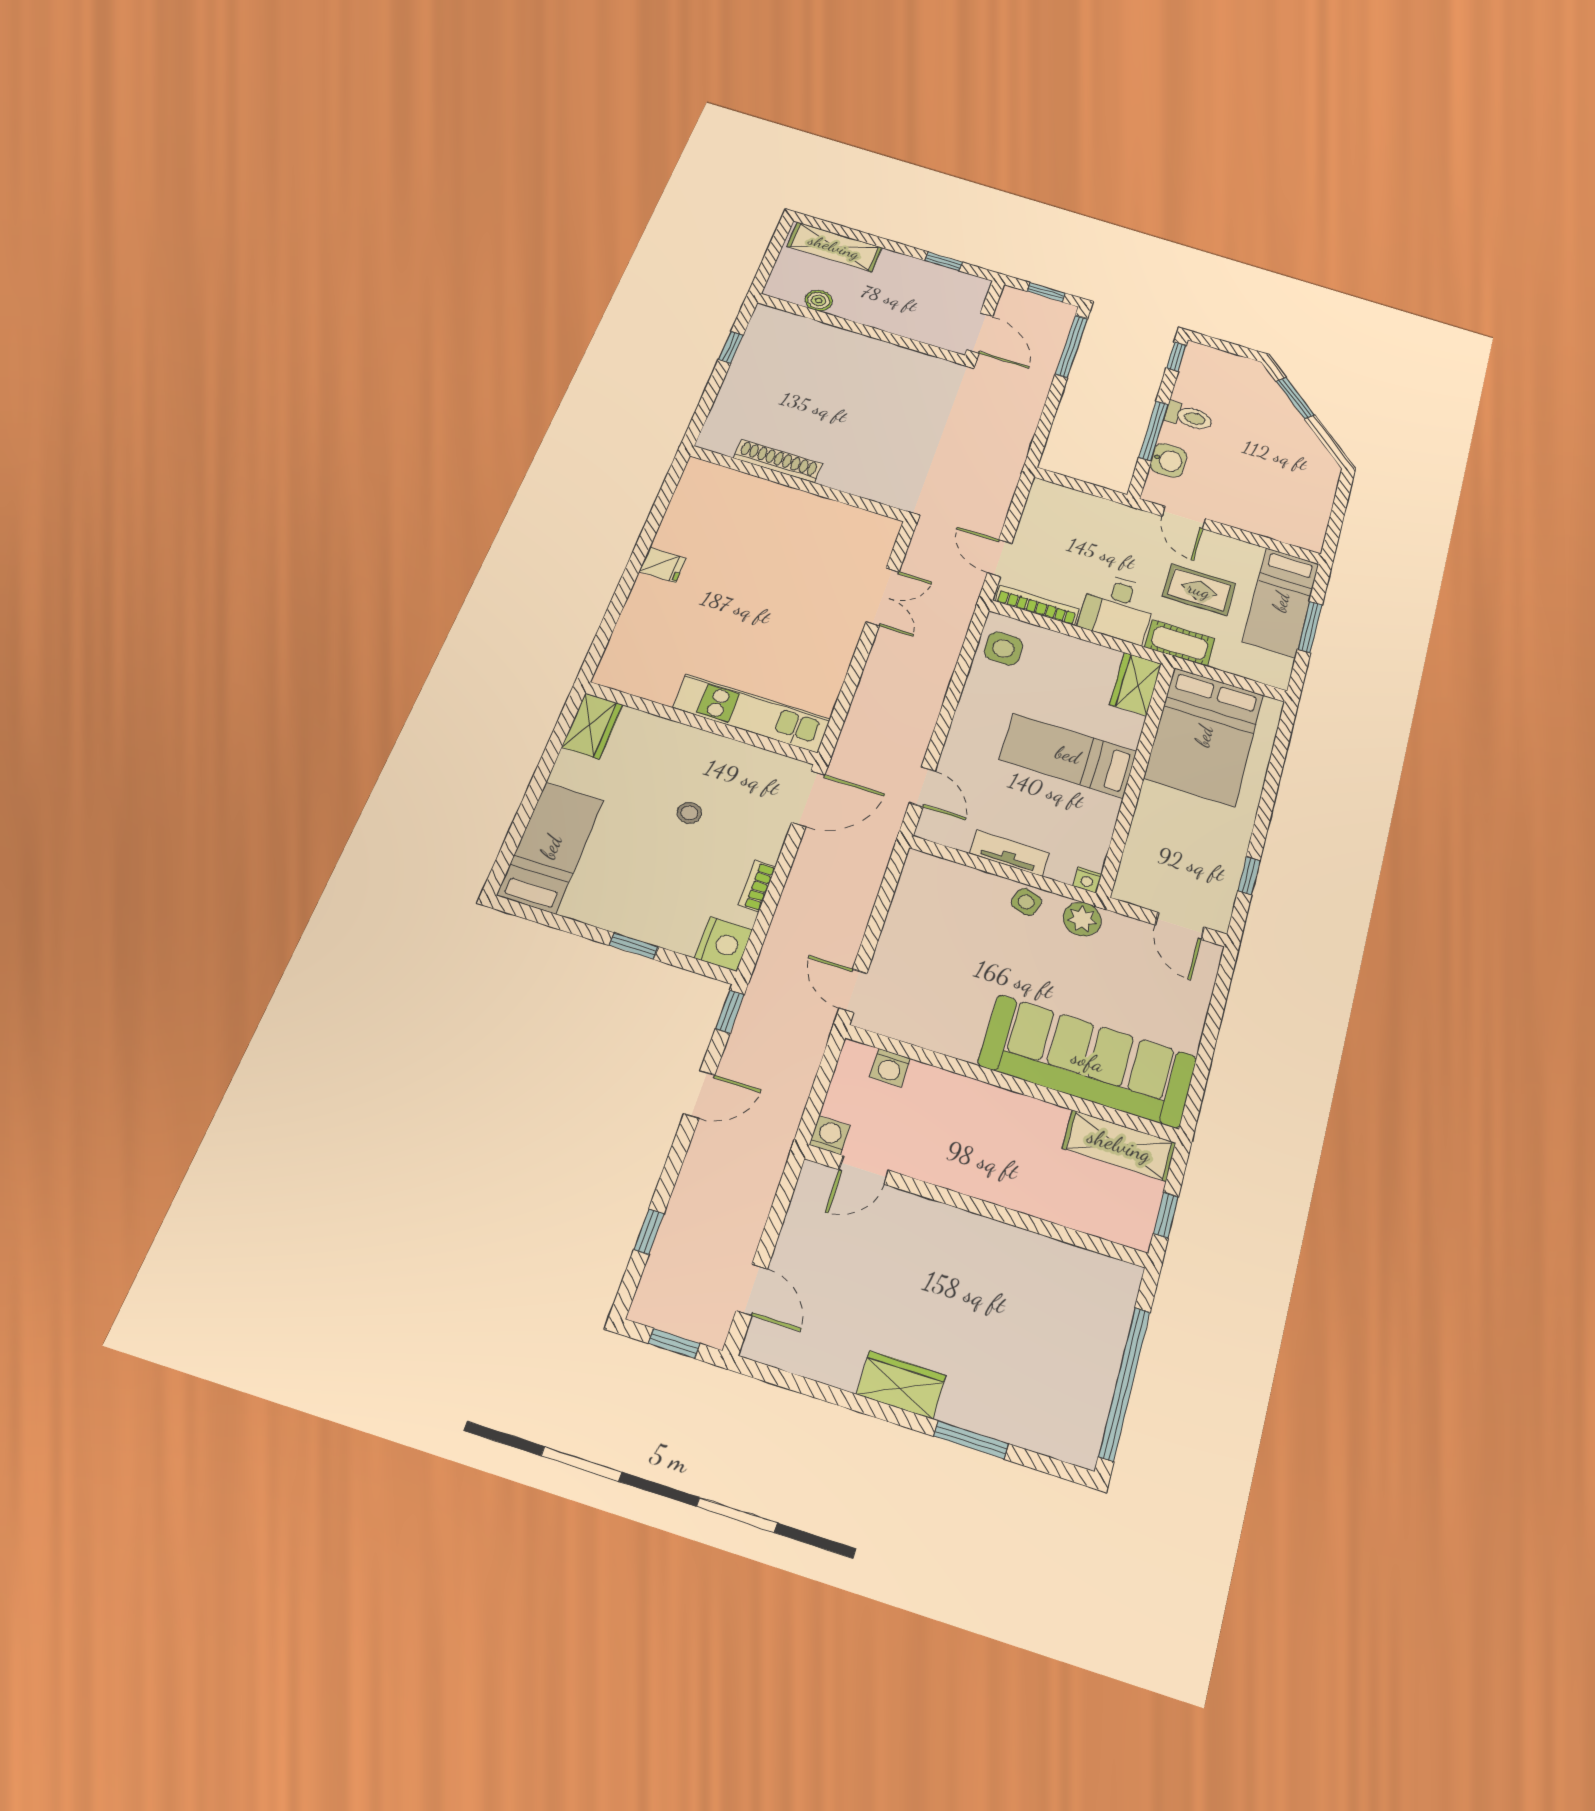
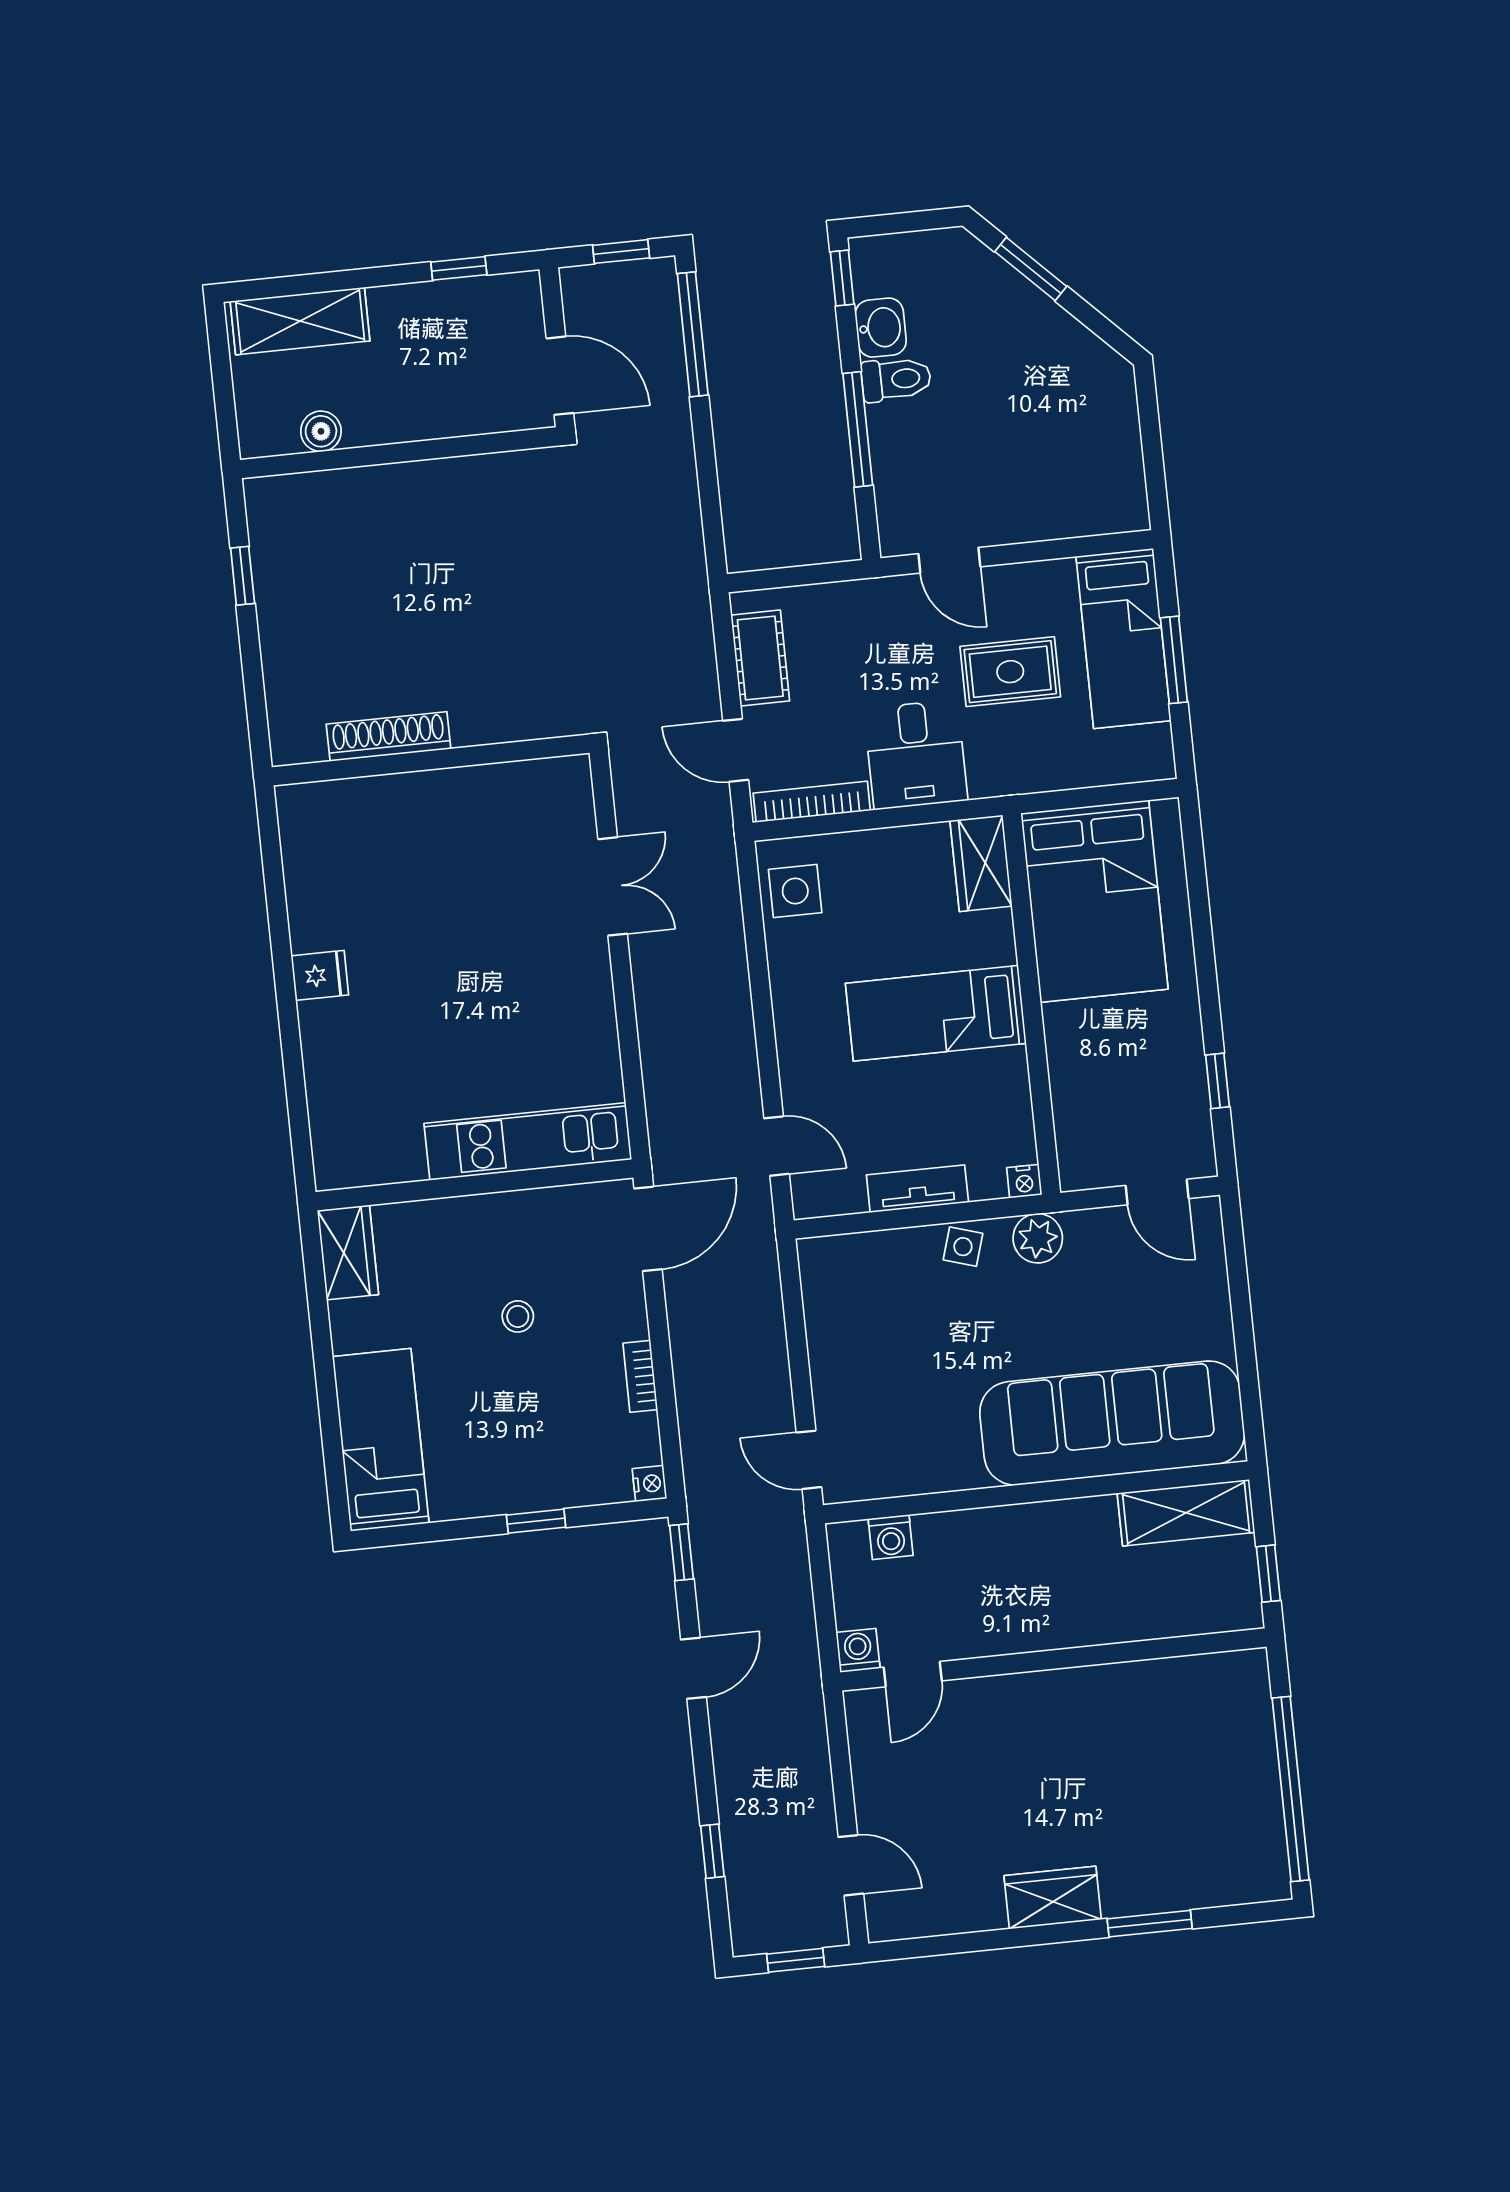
washbasin: (1168, 460) -> (881, 328), moved
cot: (1180, 643) -> (760, 658), moved, turned 90
nightstand: (723, 944) -> (649, 1484), width x0.53, depth x0.56

